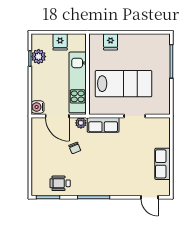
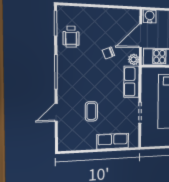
coffee table: (132, 164) -> (91, 111), added
row of seats: (163, 164) -> (113, 141), moved
wheelchair: (60, 183) -> (71, 37), turned 180
door: (149, 197) -> (56, 112), moved

